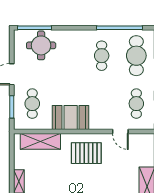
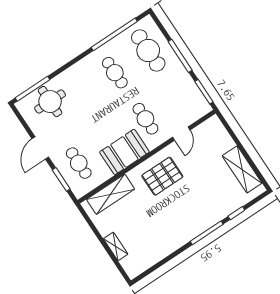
cafe table: (136, 104) -> (145, 119), moved
door: (120, 131) -> (181, 134), hinge flipped

